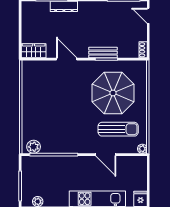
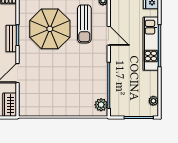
sun lounger: (118, 129) -> (84, 24), turned 180
door: (106, 155) -> (109, 36), hinge flipped

